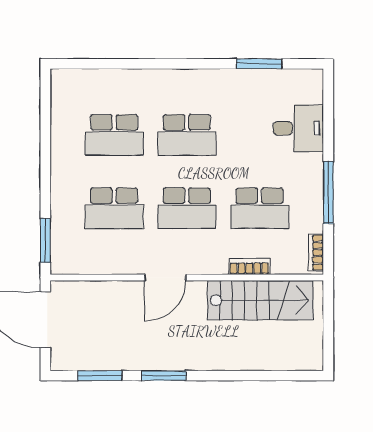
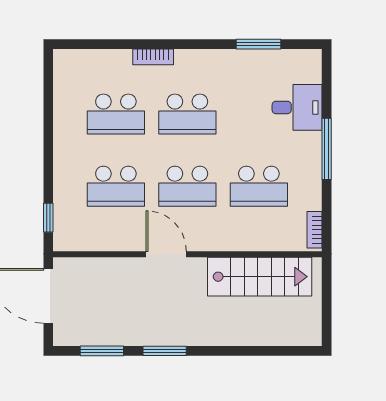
window: (328, 193) -> (327, 149), moved
window: (45, 240) -> (48, 218), width x0.67
bookcase: (249, 266) -> (153, 57), moved, turned 180
door: (165, 277) -> (166, 254), swing flipped

